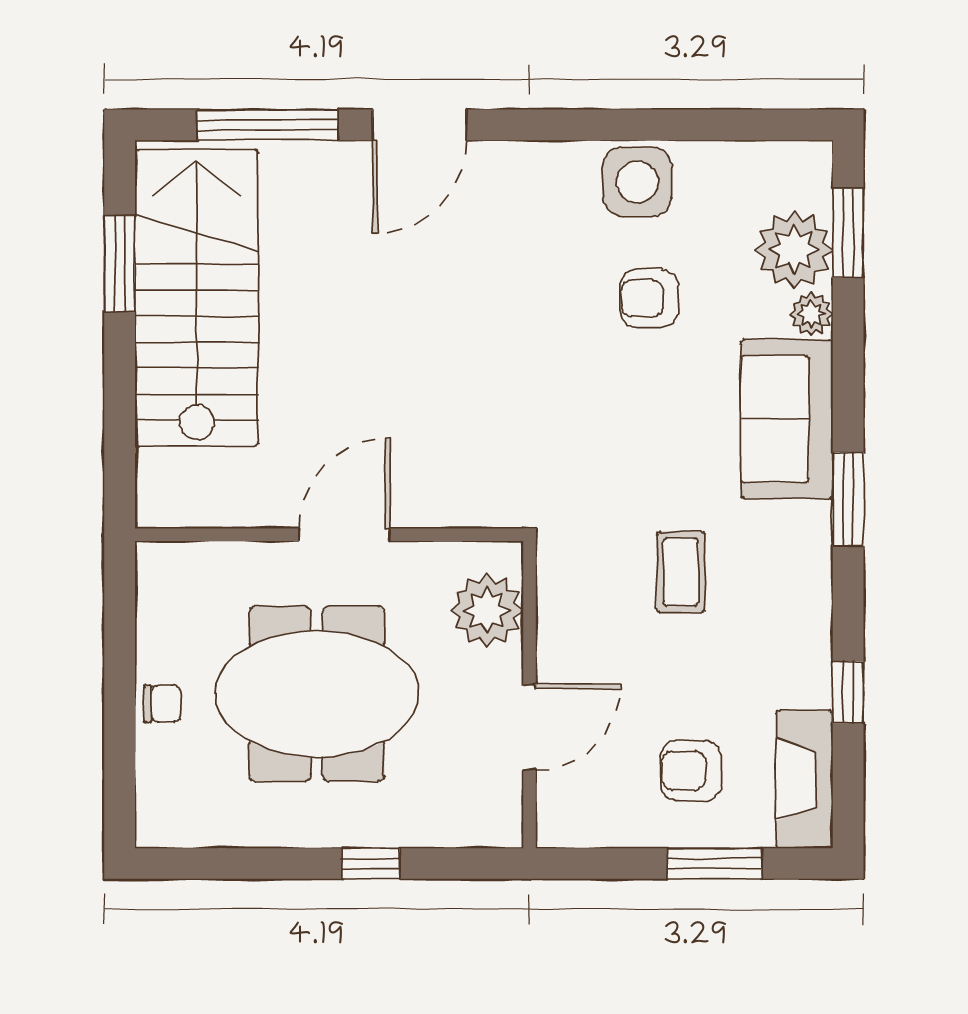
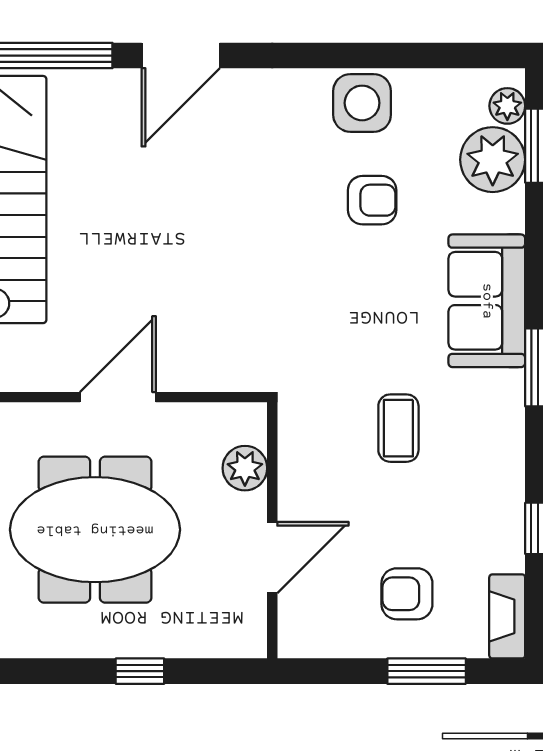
armchair: (649, 298) -> (372, 200), turned 180
plant: (811, 314) -> (507, 106), moved
plant: (487, 610) -> (245, 468), width x0.73, depth x0.73
fireplace: (804, 779) -> (507, 616), width x0.73, depth x0.76

